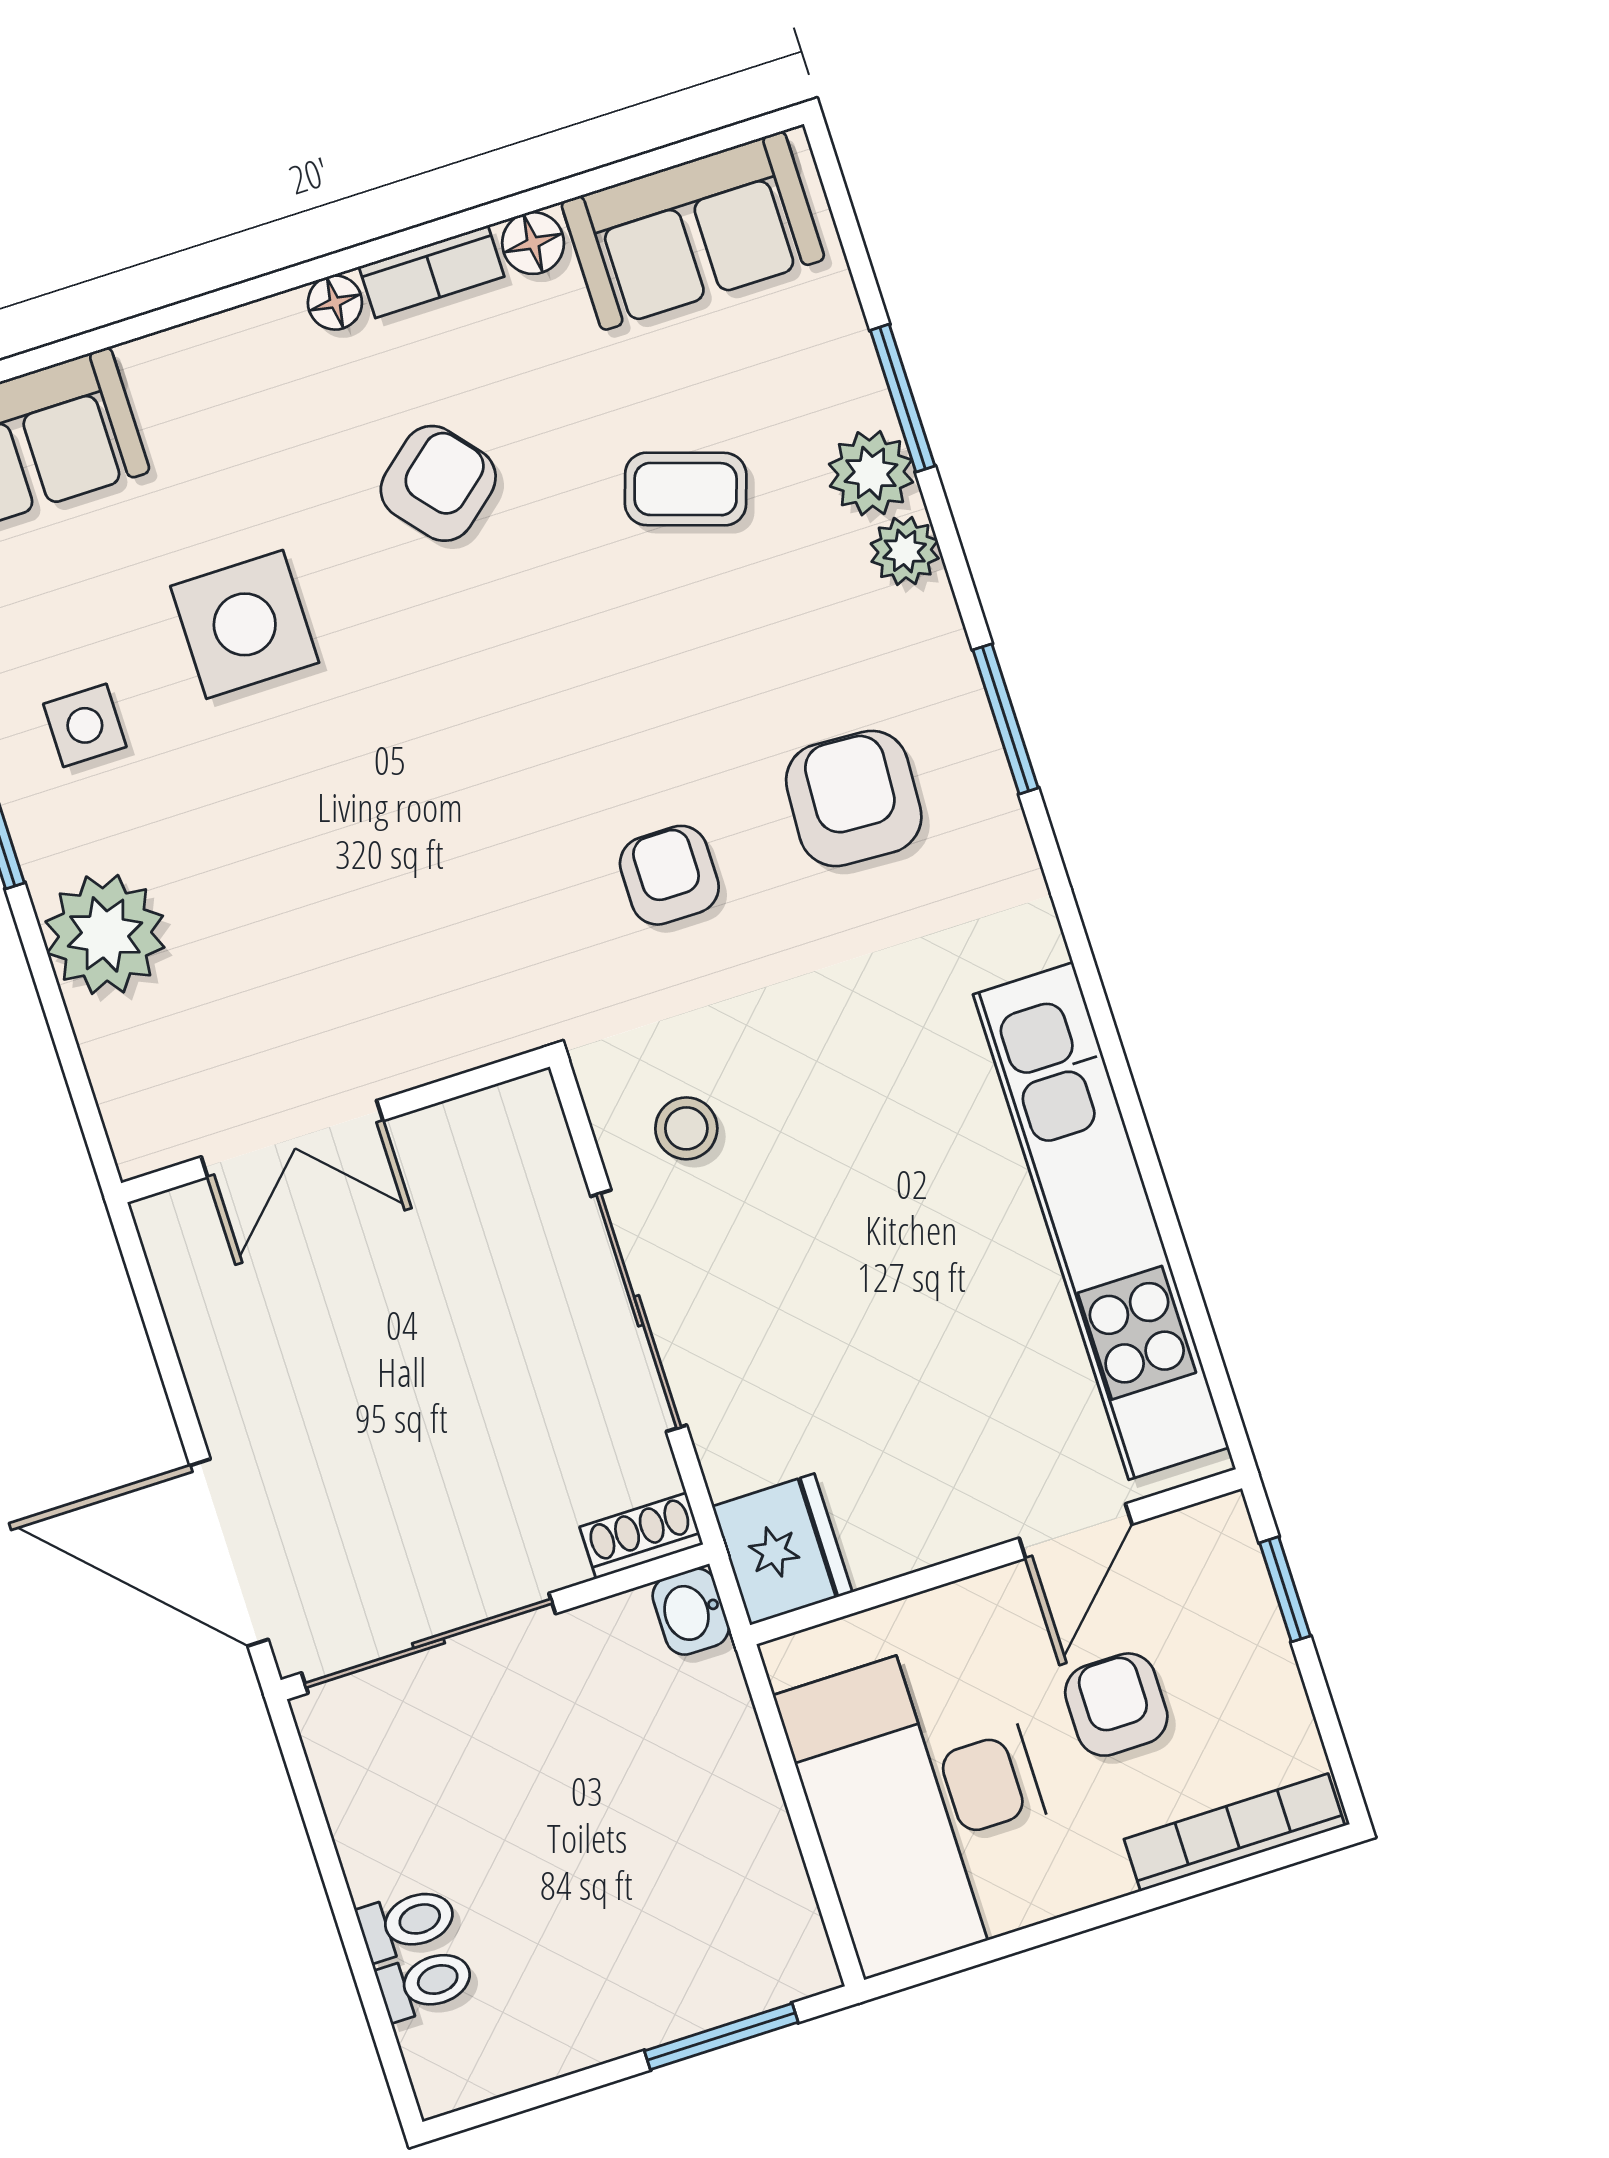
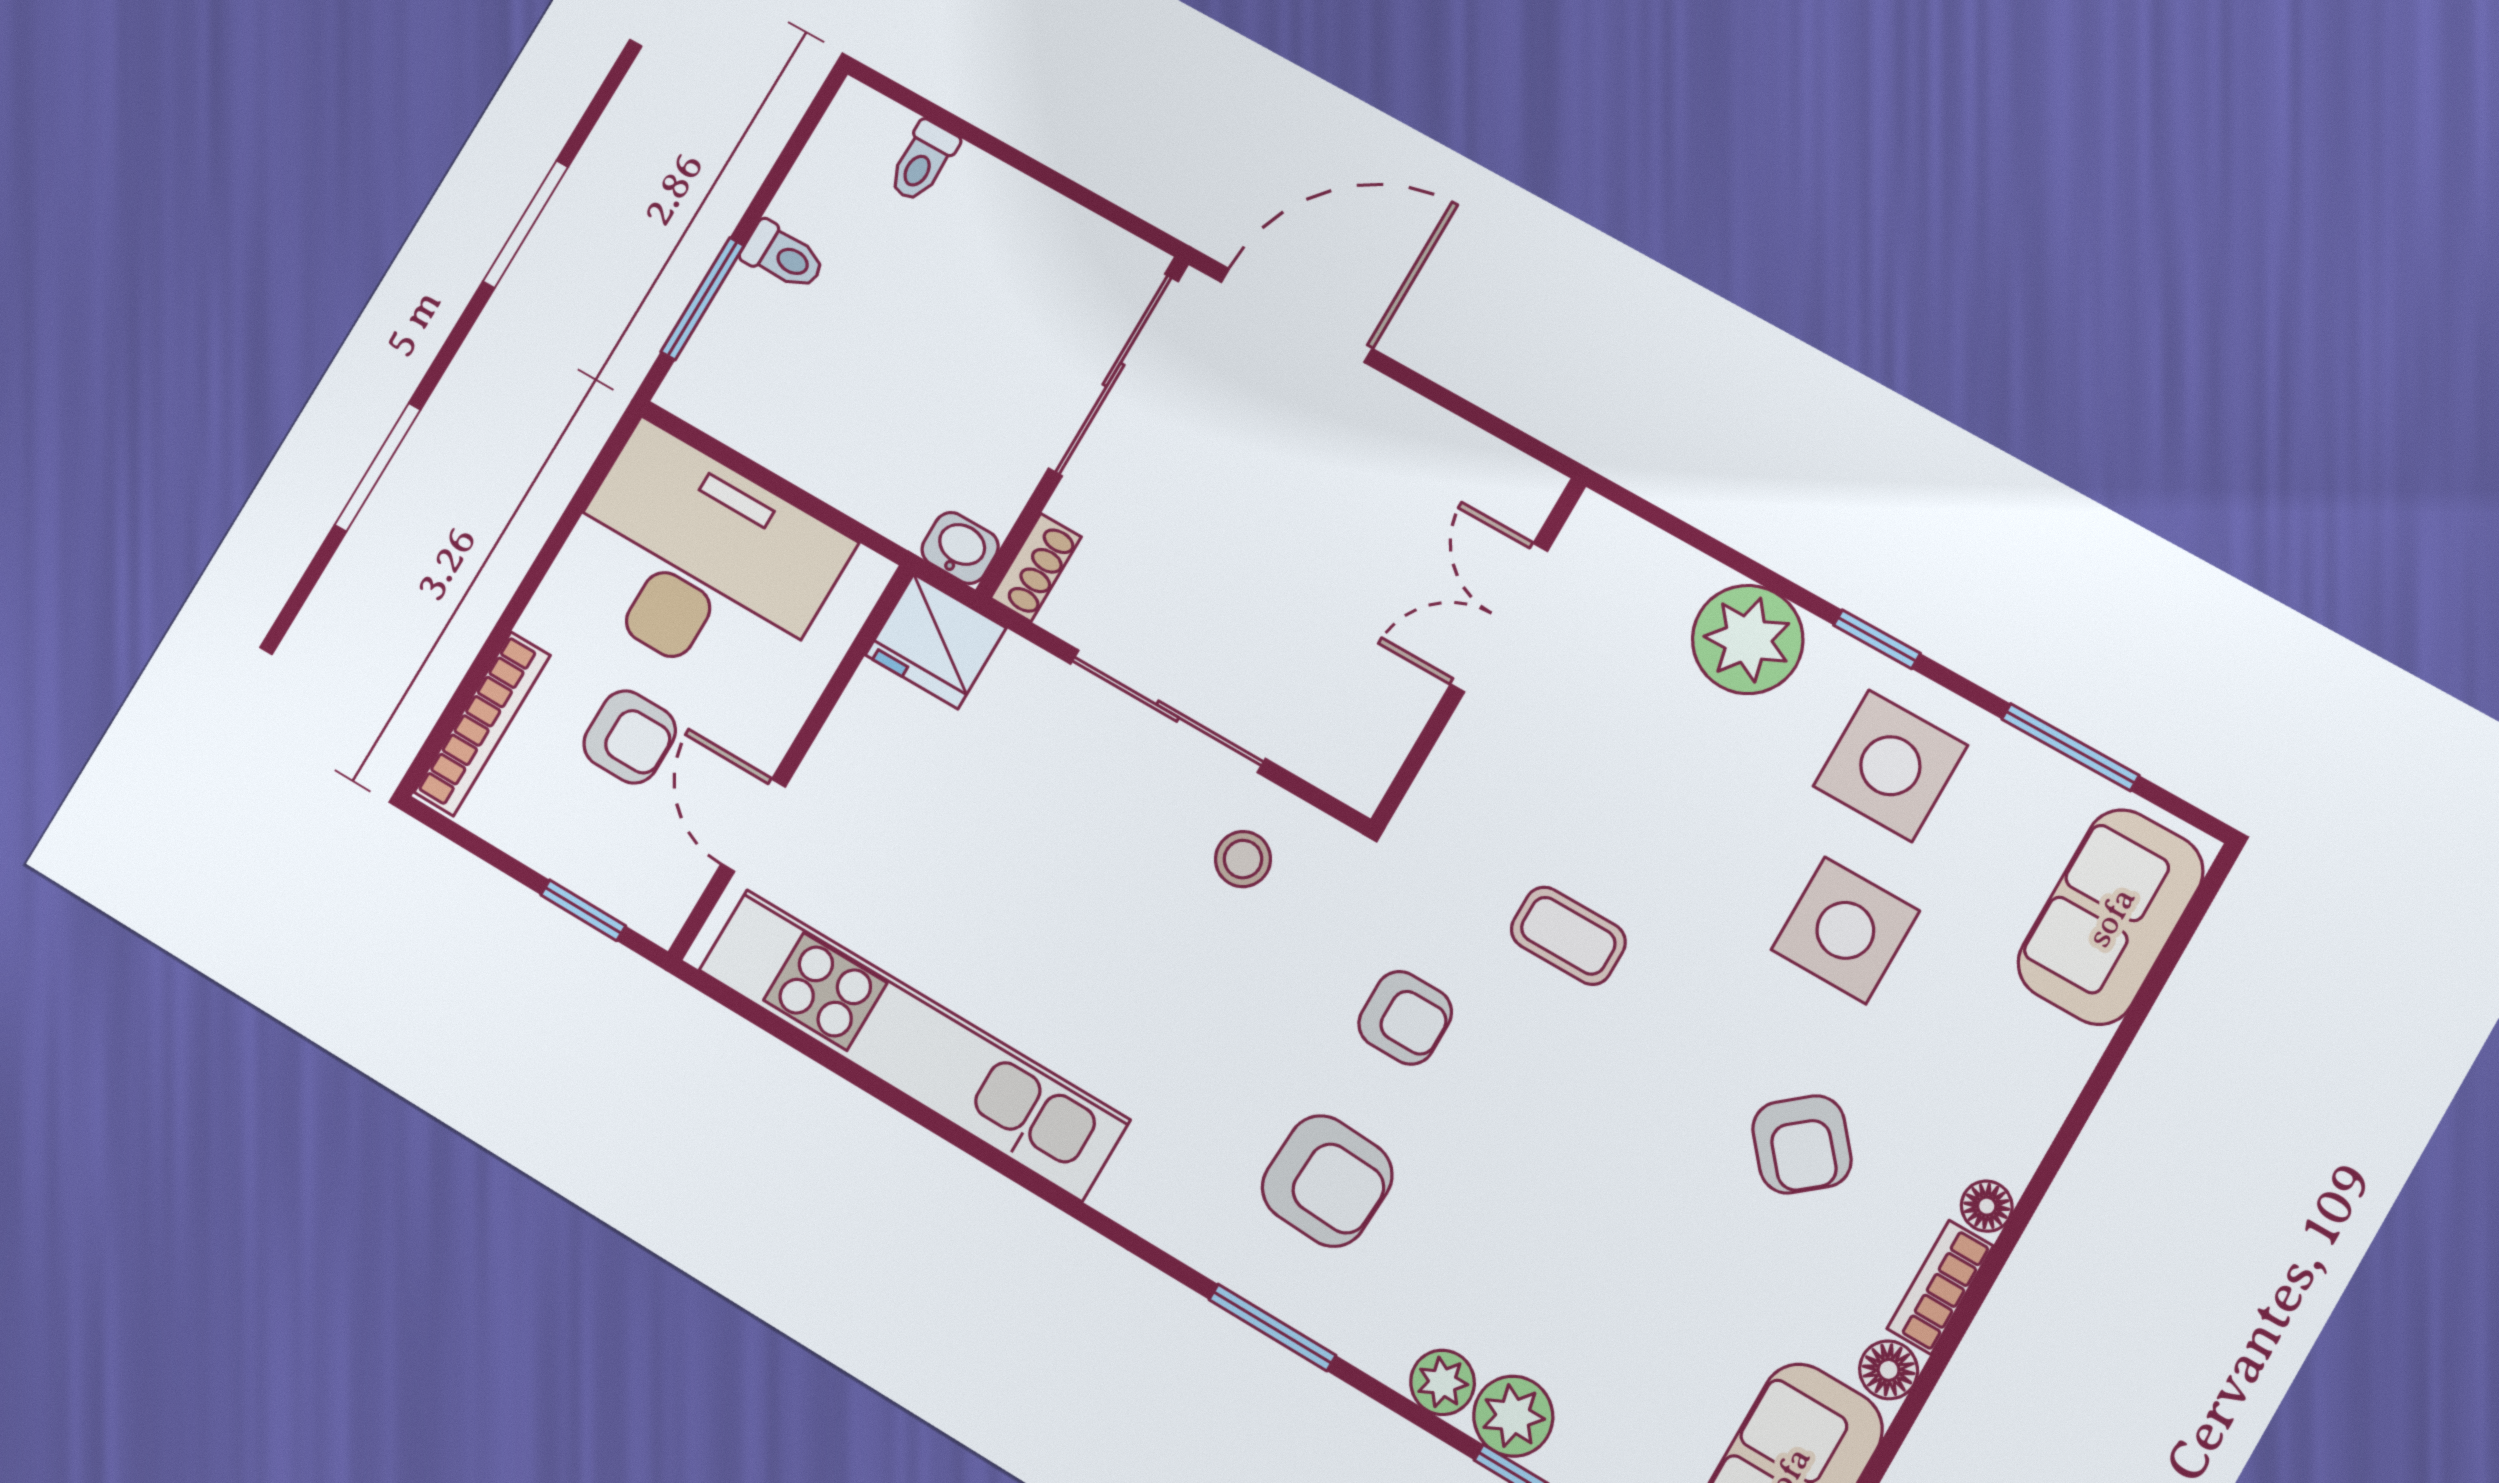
coffee table: (686, 489) -> (1568, 936), moved, turned 72
side table: (85, 725) -> (1890, 766), width x1.87, depth x1.87
toilet: (407, 1923) -> (783, 256), moved, turned -90

